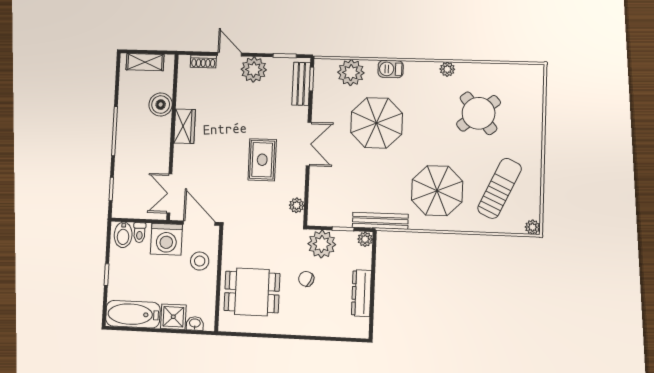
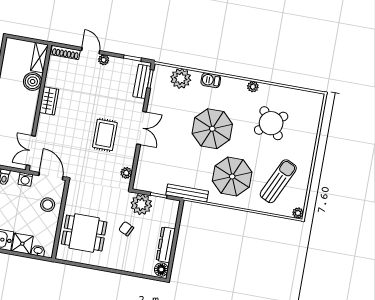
shelving: (145, 62) -> (39, 58), moved, turned 90
shoe rack: (203, 62) -> (65, 52), width x1.43
plant: (254, 70) -> (104, 60), width x0.53, depth x0.53
parasol: (377, 123) -> (212, 129), moved
washing machine: (166, 239) -> (25, 179), width x0.53, depth x0.53
plant: (365, 239) -> (174, 205), removed
floor lamp: (360, 327) -> (161, 270), added

